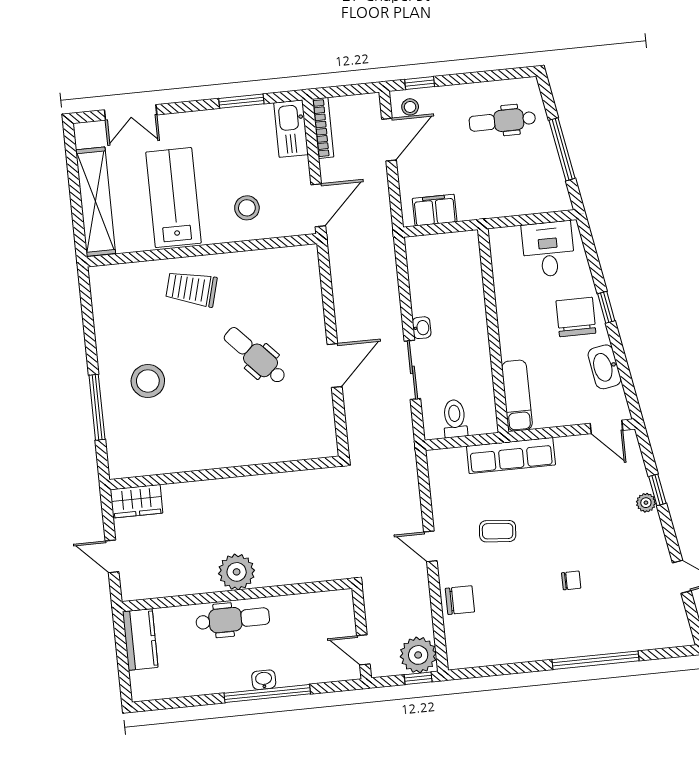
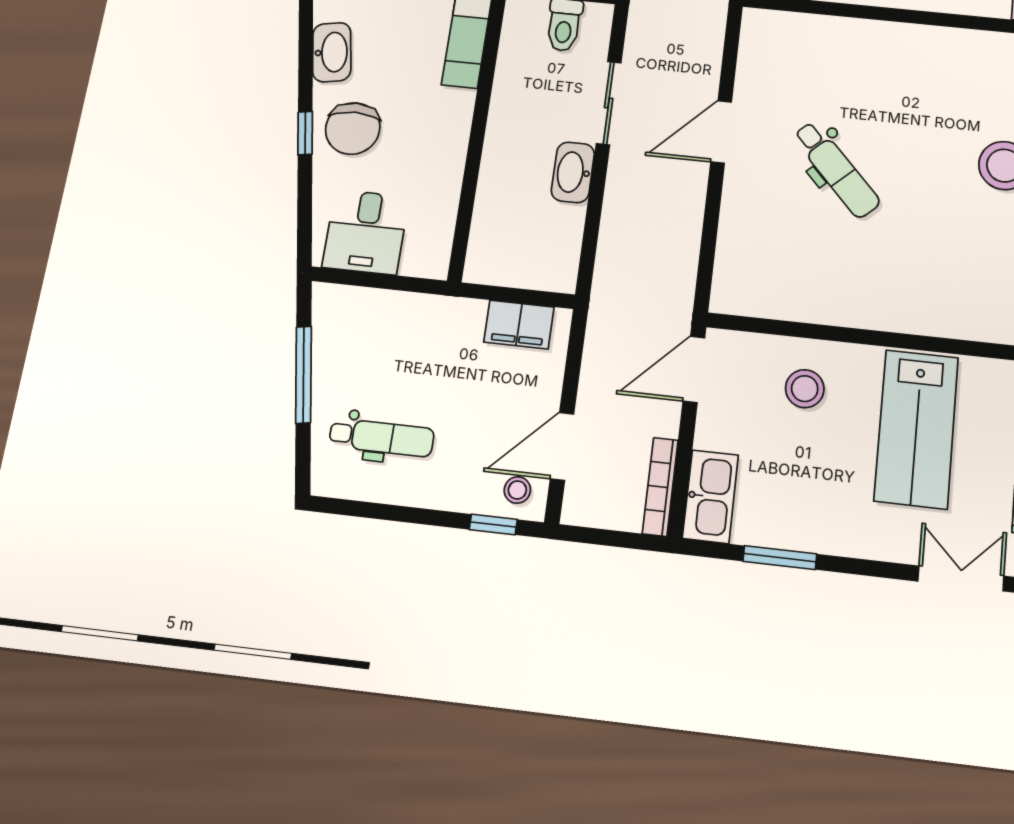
trolley: (191, 289) -> (914, 285), removed
washbasin: (422, 328) -> (573, 172), width x1.91, depth x1.45

